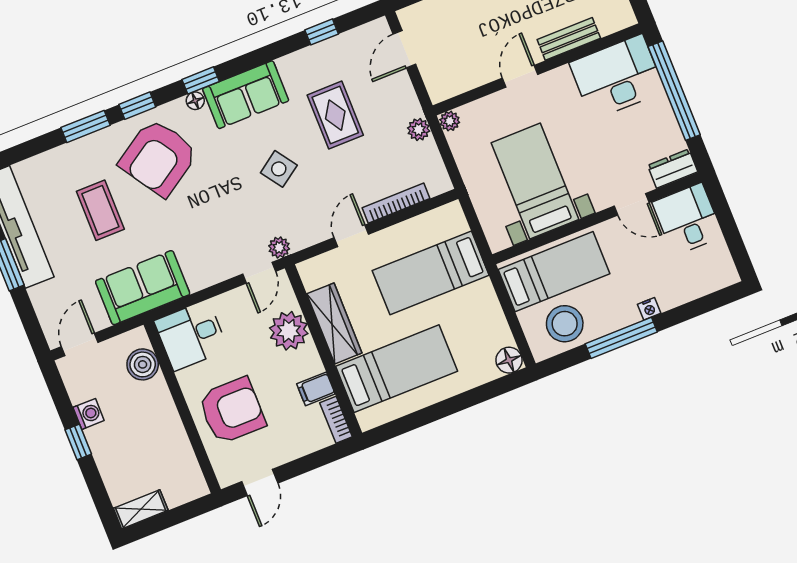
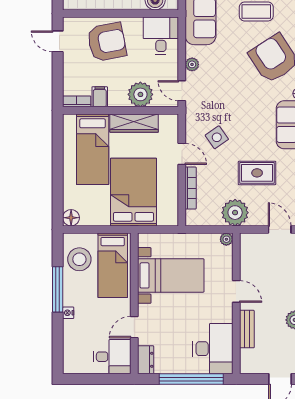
plant: (419, 129) -> (235, 213), width x1.88, depth x1.88
side table: (279, 169) -> (217, 137), moved
plant: (279, 247) -> (192, 64), moved
bed: (431, 273) -> (134, 192), width x1.50
armchair: (232, 411) -> (107, 42), turned -101

